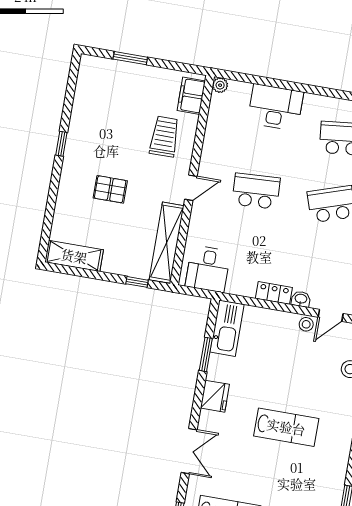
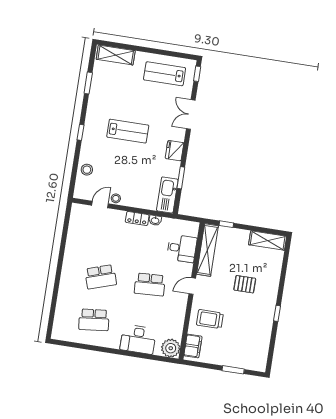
plant: (220, 85) -> (171, 348), width x1.87, depth x1.87
trolley: (164, 137) -> (210, 319), turned 90
desk: (208, 269) -> (182, 248), moved, turned 90
washbasin: (301, 299) -> (155, 220), moved
lab bench: (286, 427) -> (128, 131), turned 180

